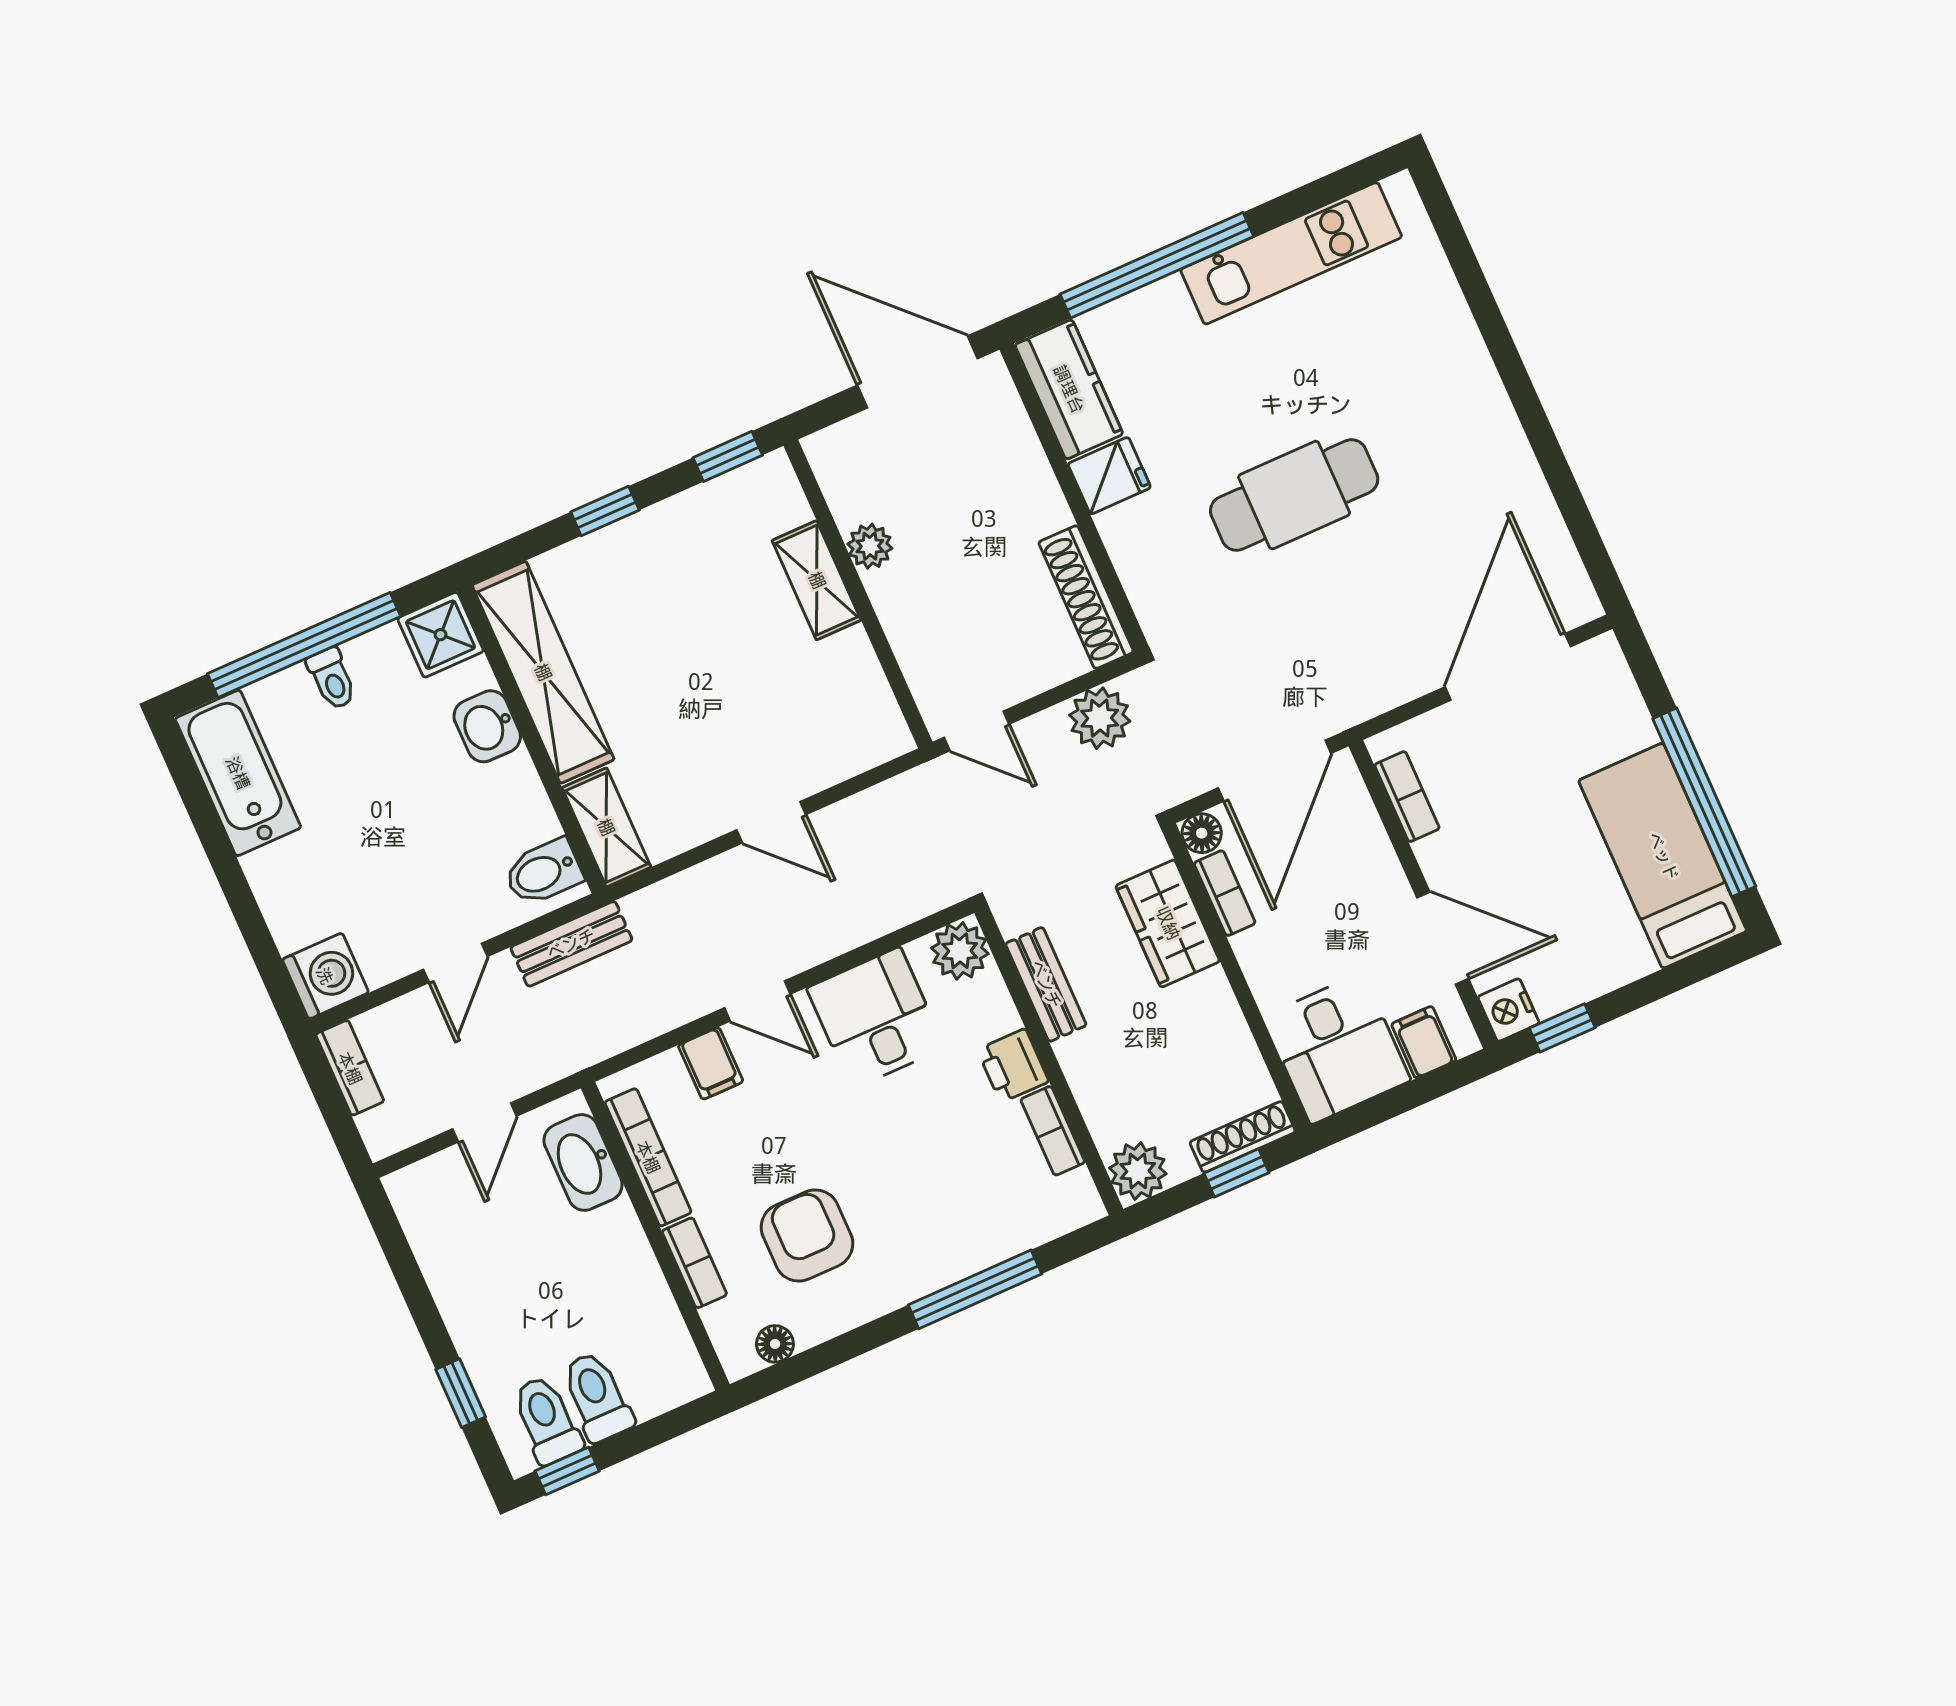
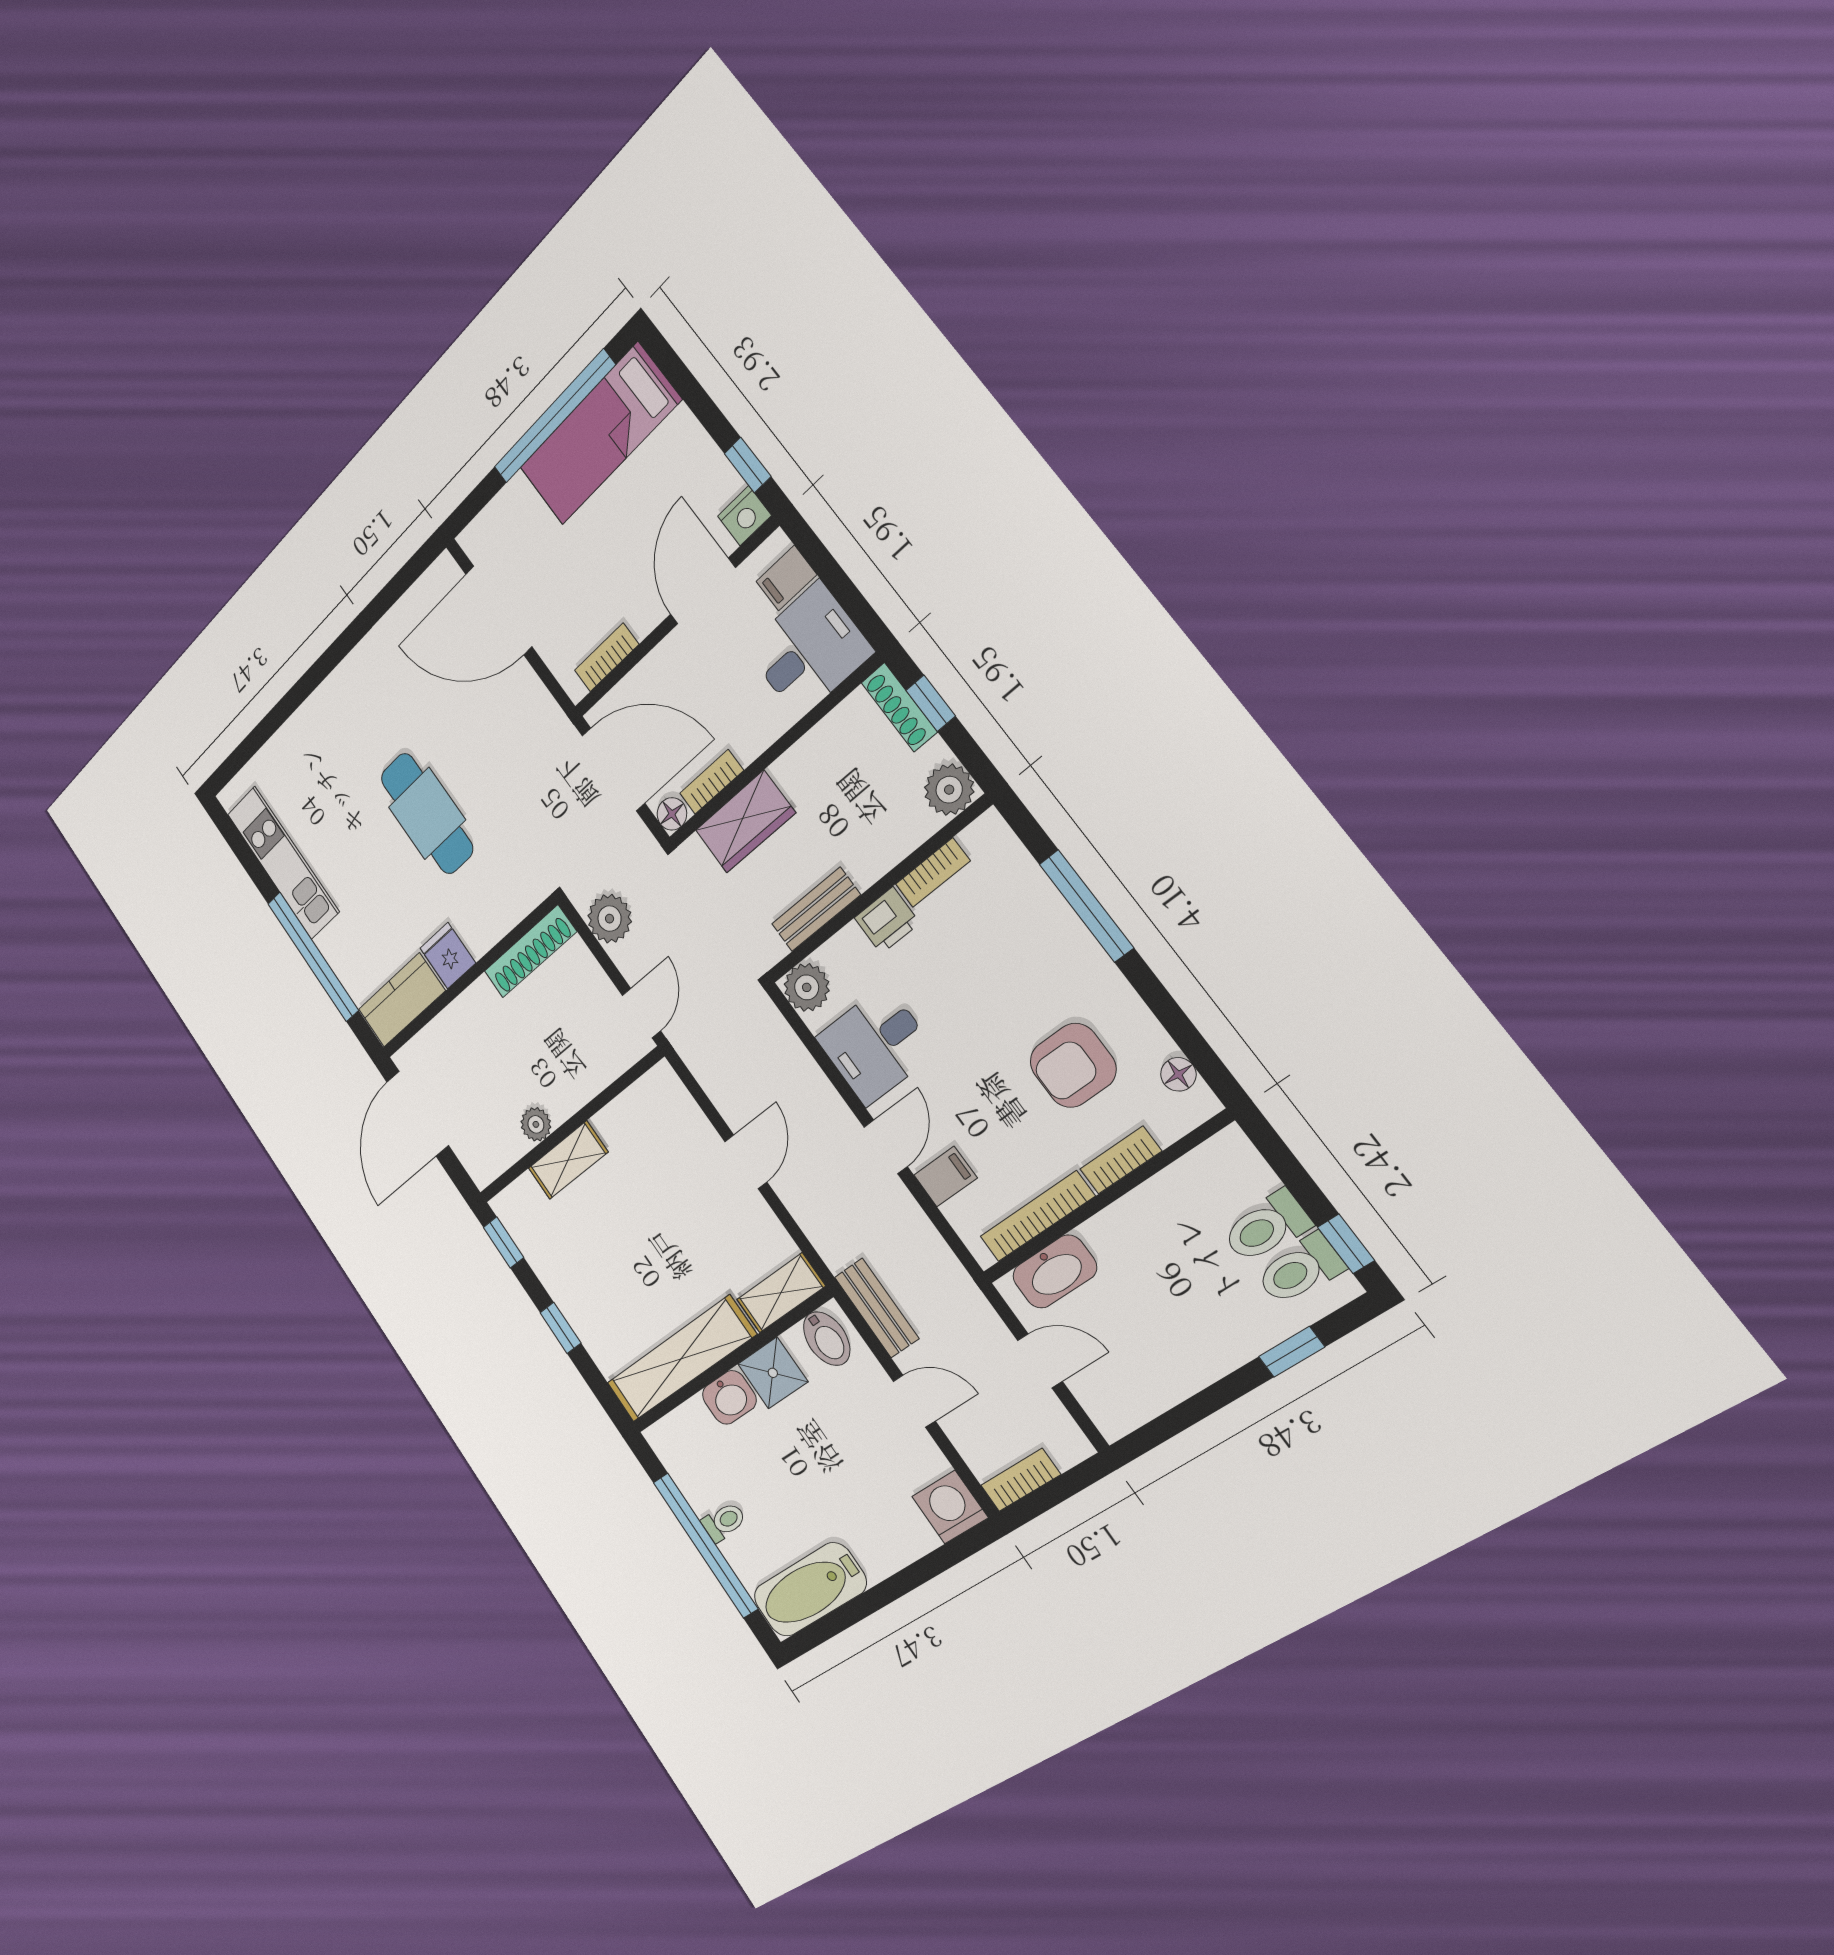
shower: (441, 635) -> (773, 1373), moved

